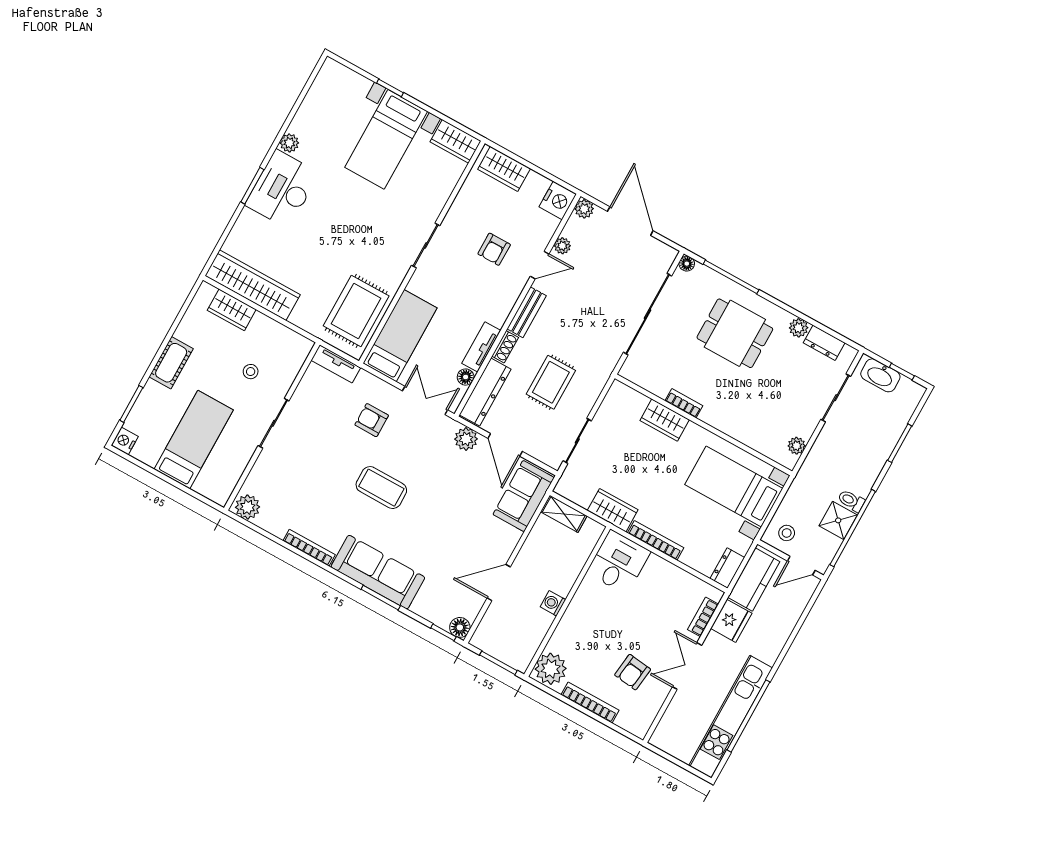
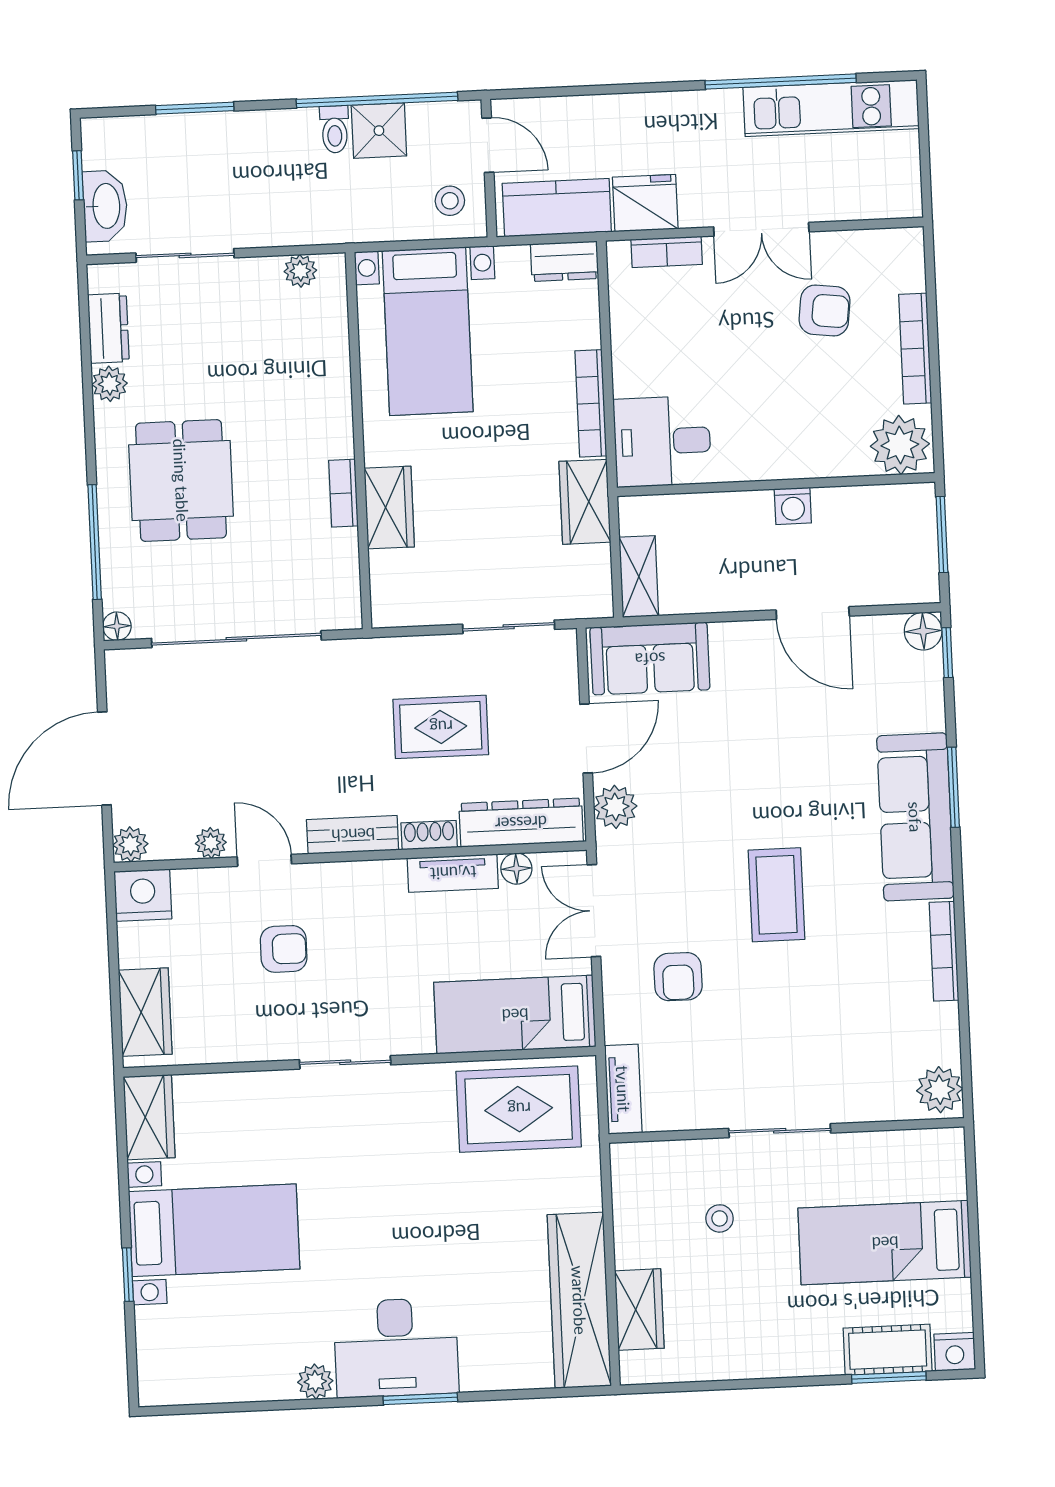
cot: (171, 363) -> (888, 1350), moved
kitchen unit: (731, 717) -> (831, 108), width x0.73

